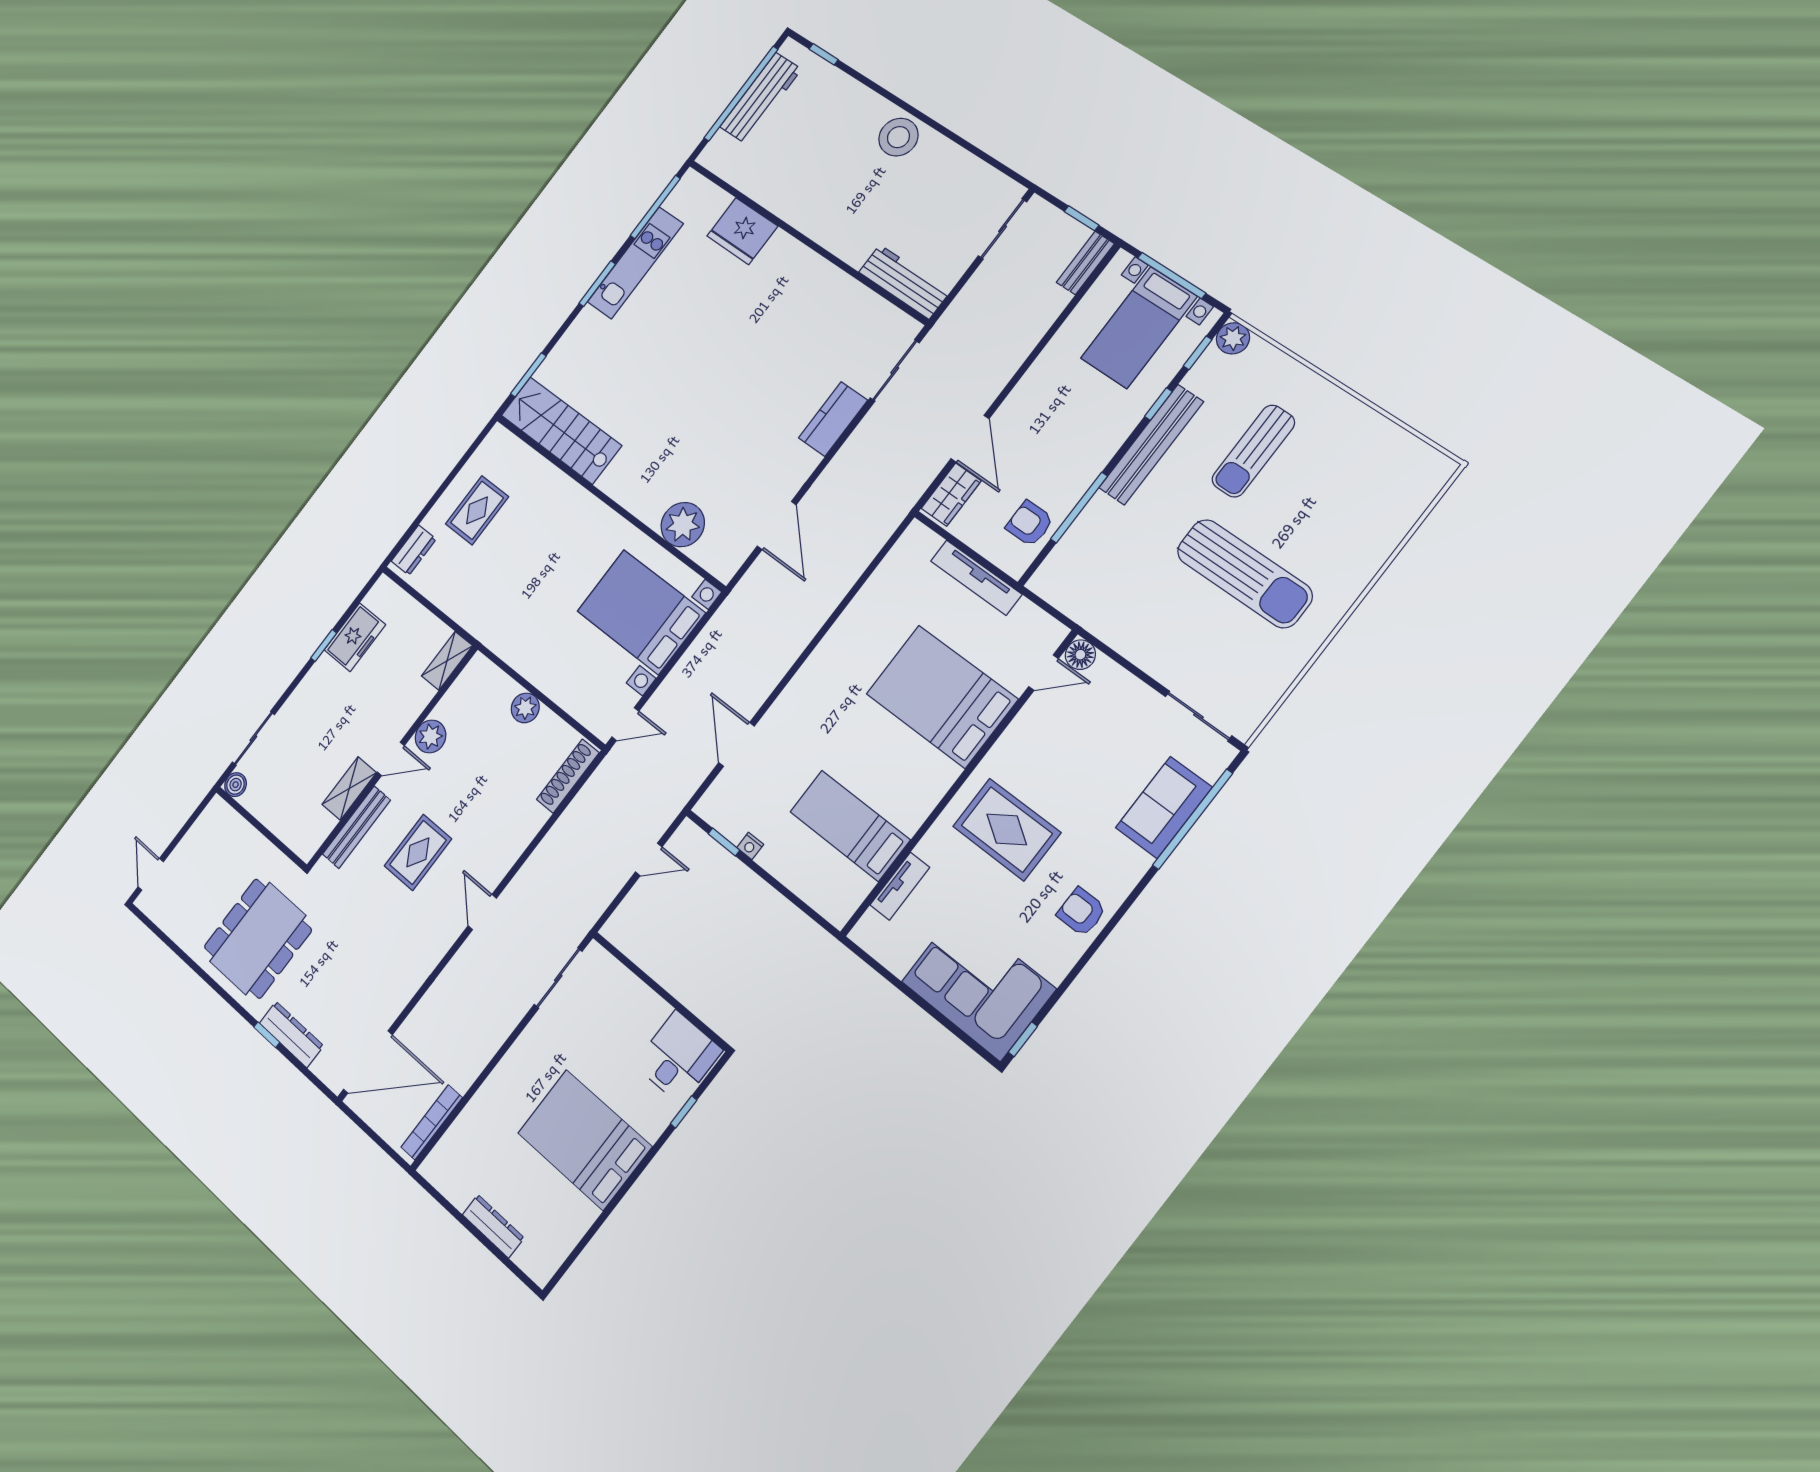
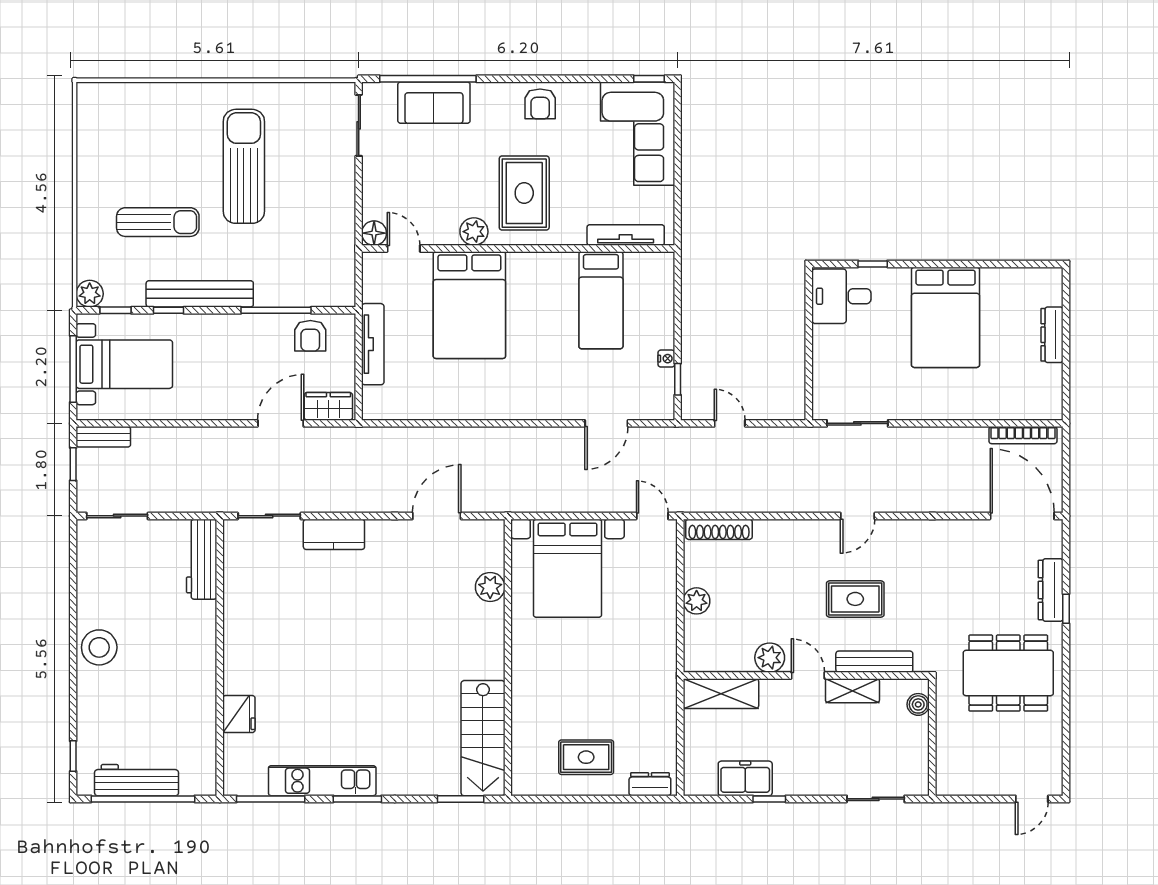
fridge: (742, 231) -> (239, 714), width x0.73, depth x0.75
plant: (683, 525) -> (490, 587), width x0.73, depth x0.73
shelving: (447, 661) -> (721, 694), width x1.50, depth x1.33
plant: (1007, 753) -> (474, 232), added
boiler: (236, 785) -> (918, 704), moved
tv unit: (900, 886) -> (626, 235), width x1.41

